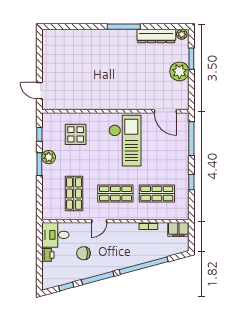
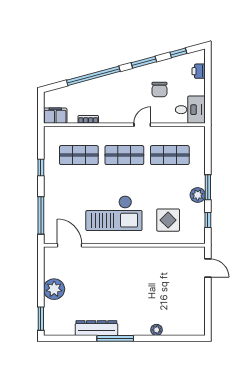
plant: (182, 34) -> (157, 330), moved
dresser: (156, 36) -> (96, 328), moved
window: (191, 59) -> (41, 319), moved
checkout: (125, 141) -> (114, 213), turned -90
shop shelf: (74, 193) -> (170, 155), turned 90
chair: (83, 253) -> (159, 89), turned 90
printer: (48, 255) -> (199, 71), moved
window: (98, 278) -> (144, 62), width x0.69

